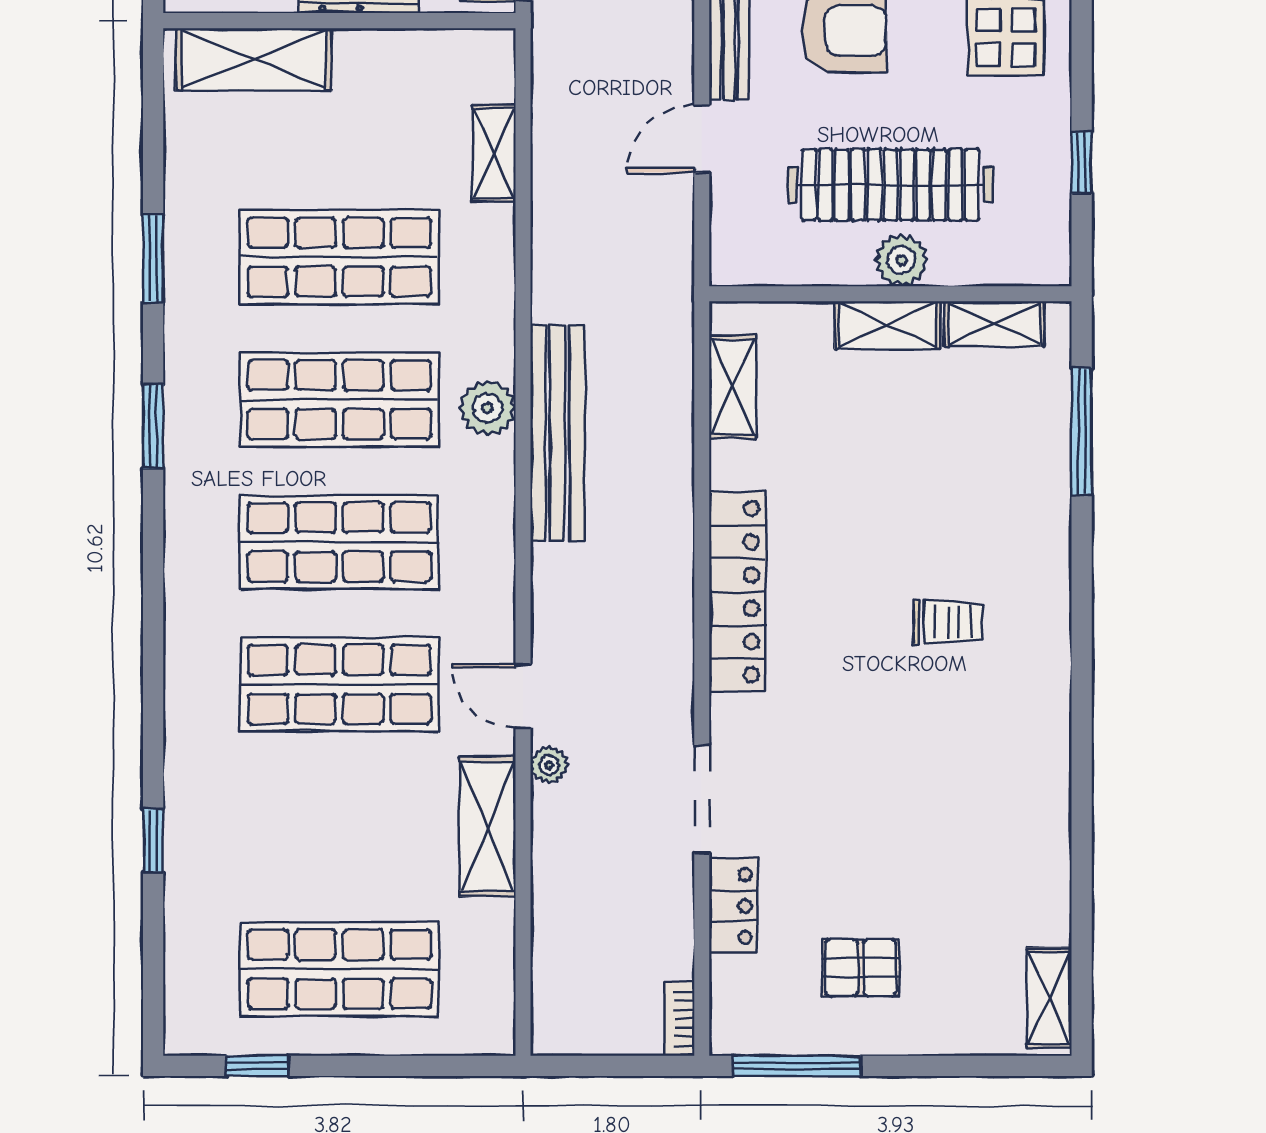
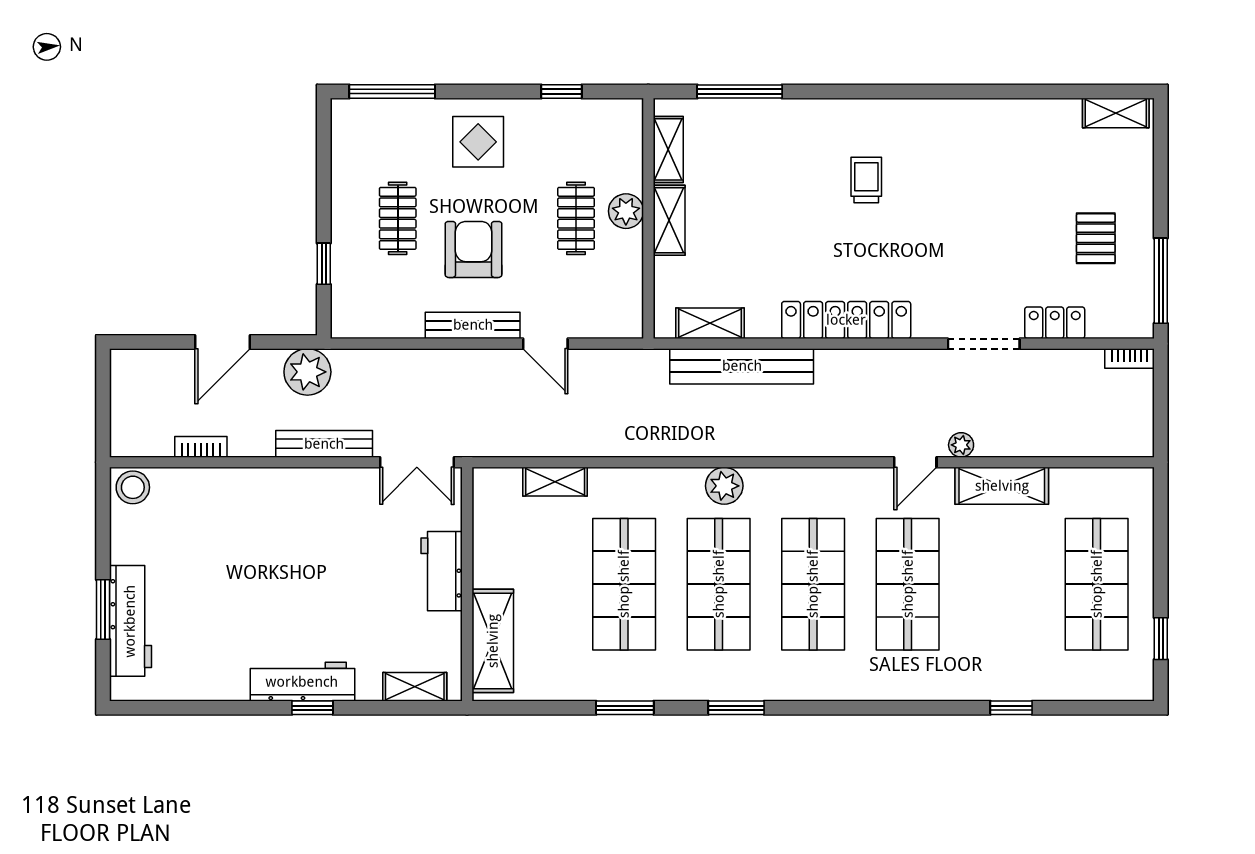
clothes rail: (890, 185) -> (576, 218), width x0.54, depth x0.76
bench: (557, 433) -> (742, 366), moved

